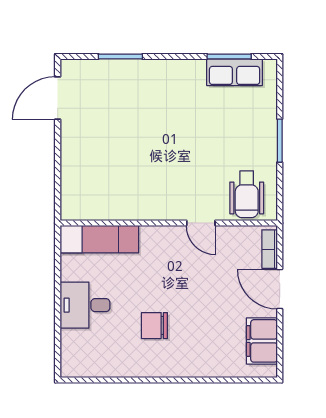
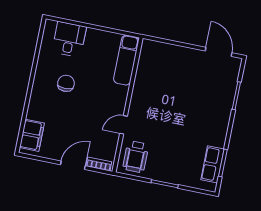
wheelchair: (247, 194) -> (136, 157), turned -90
desk: (85, 305) -> (69, 39), moved
filing cabinet: (262, 341) -> (32, 135), moved, turned 90

